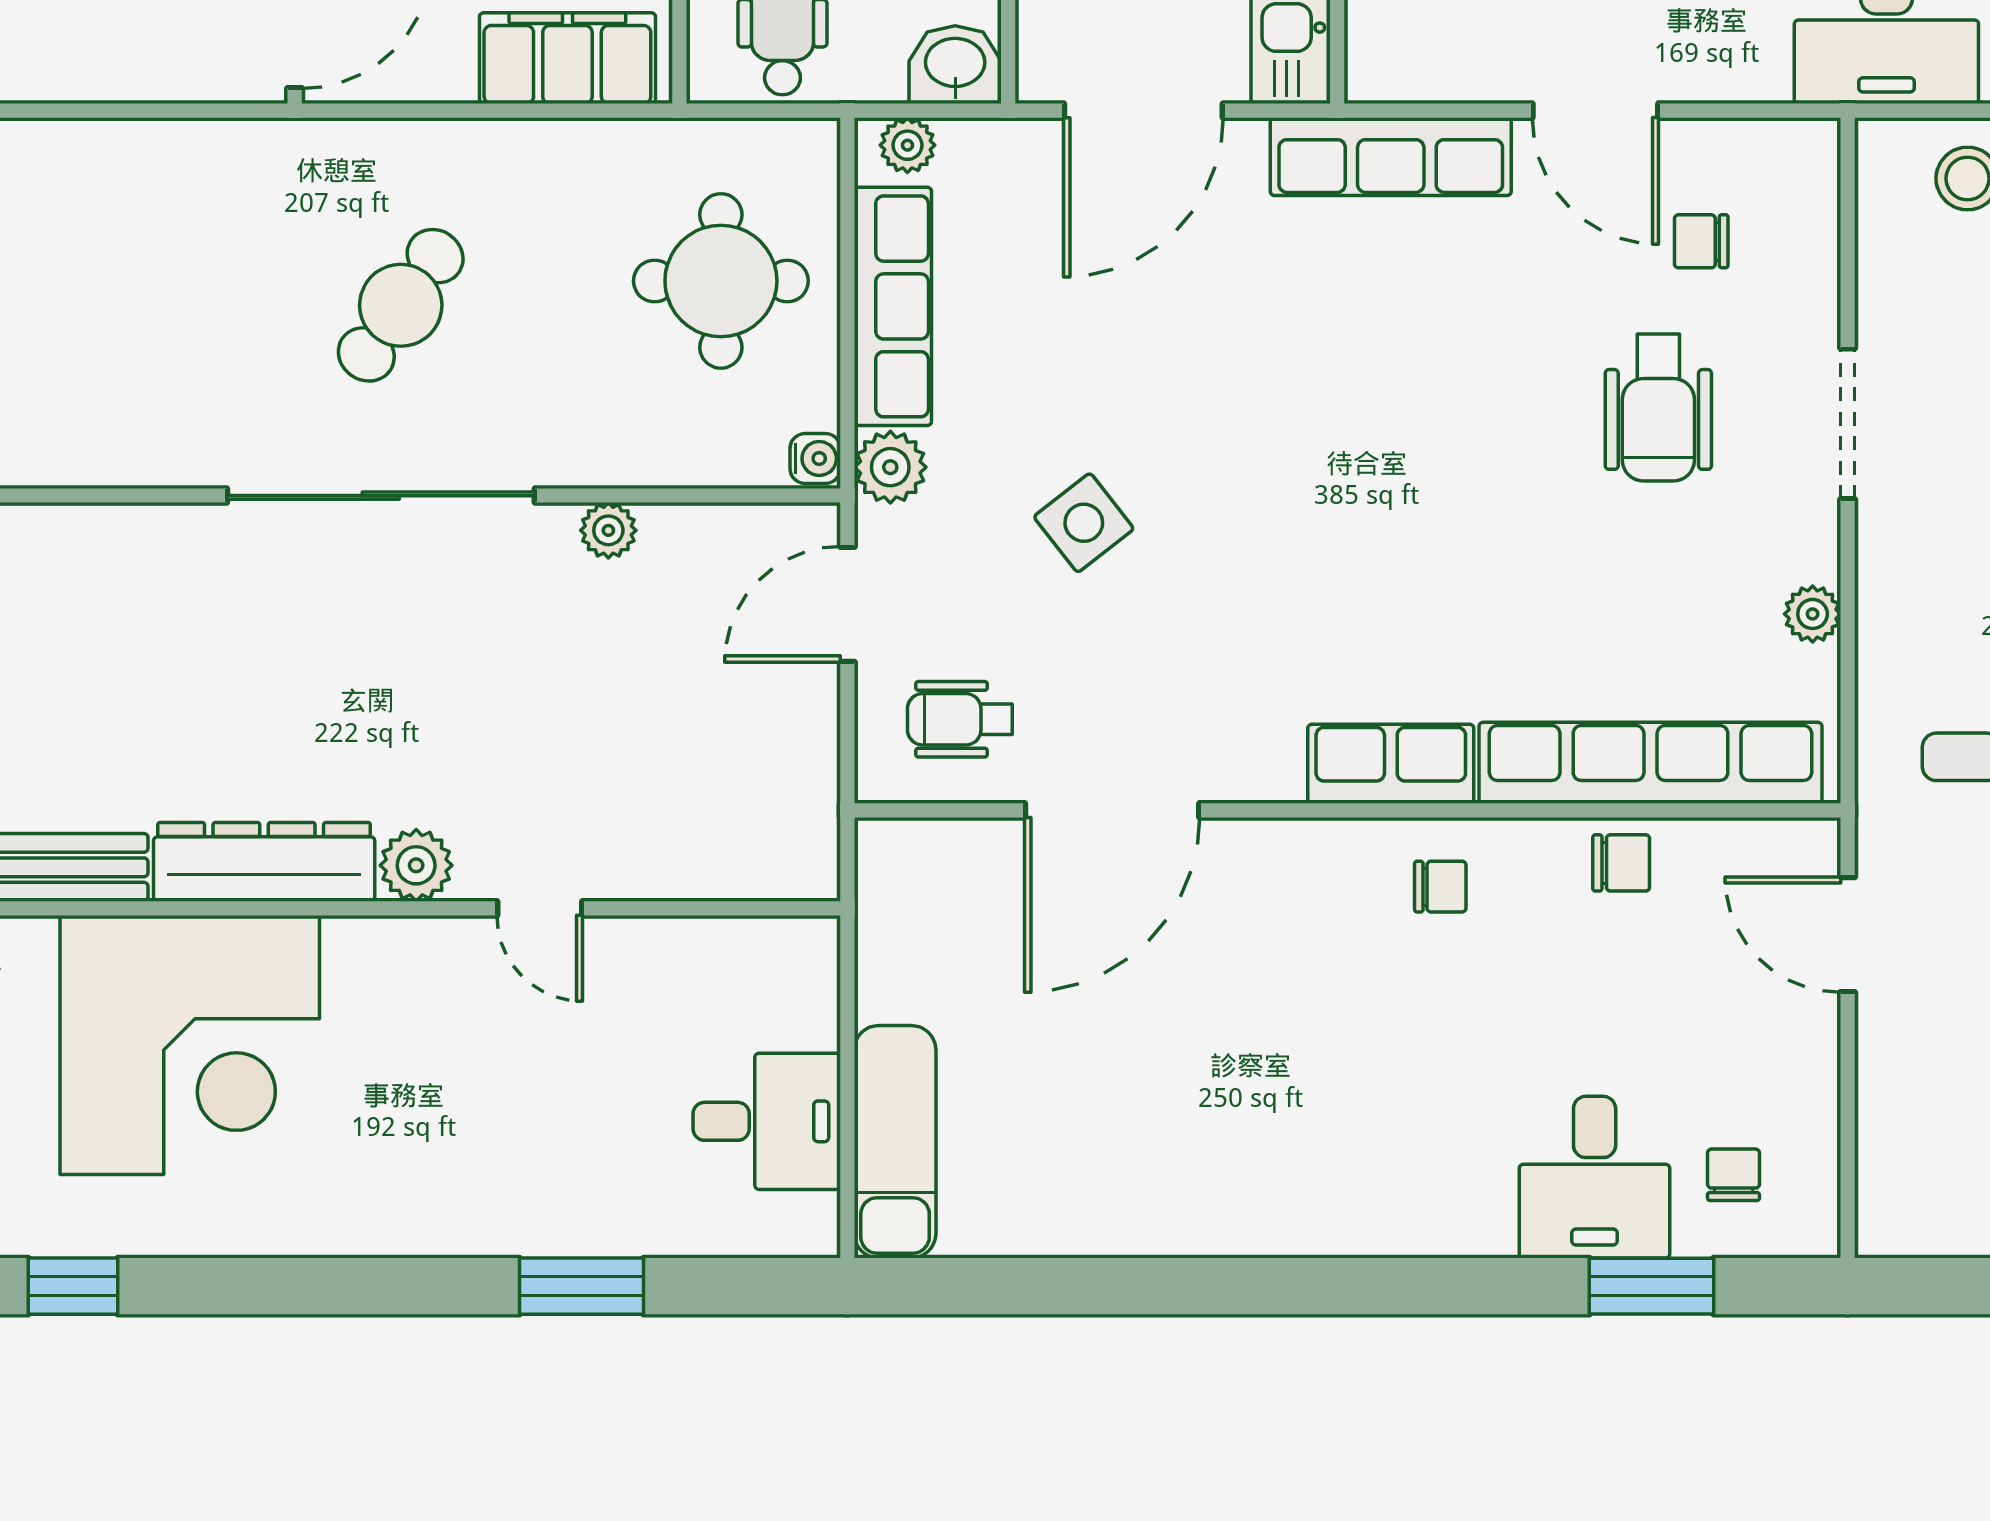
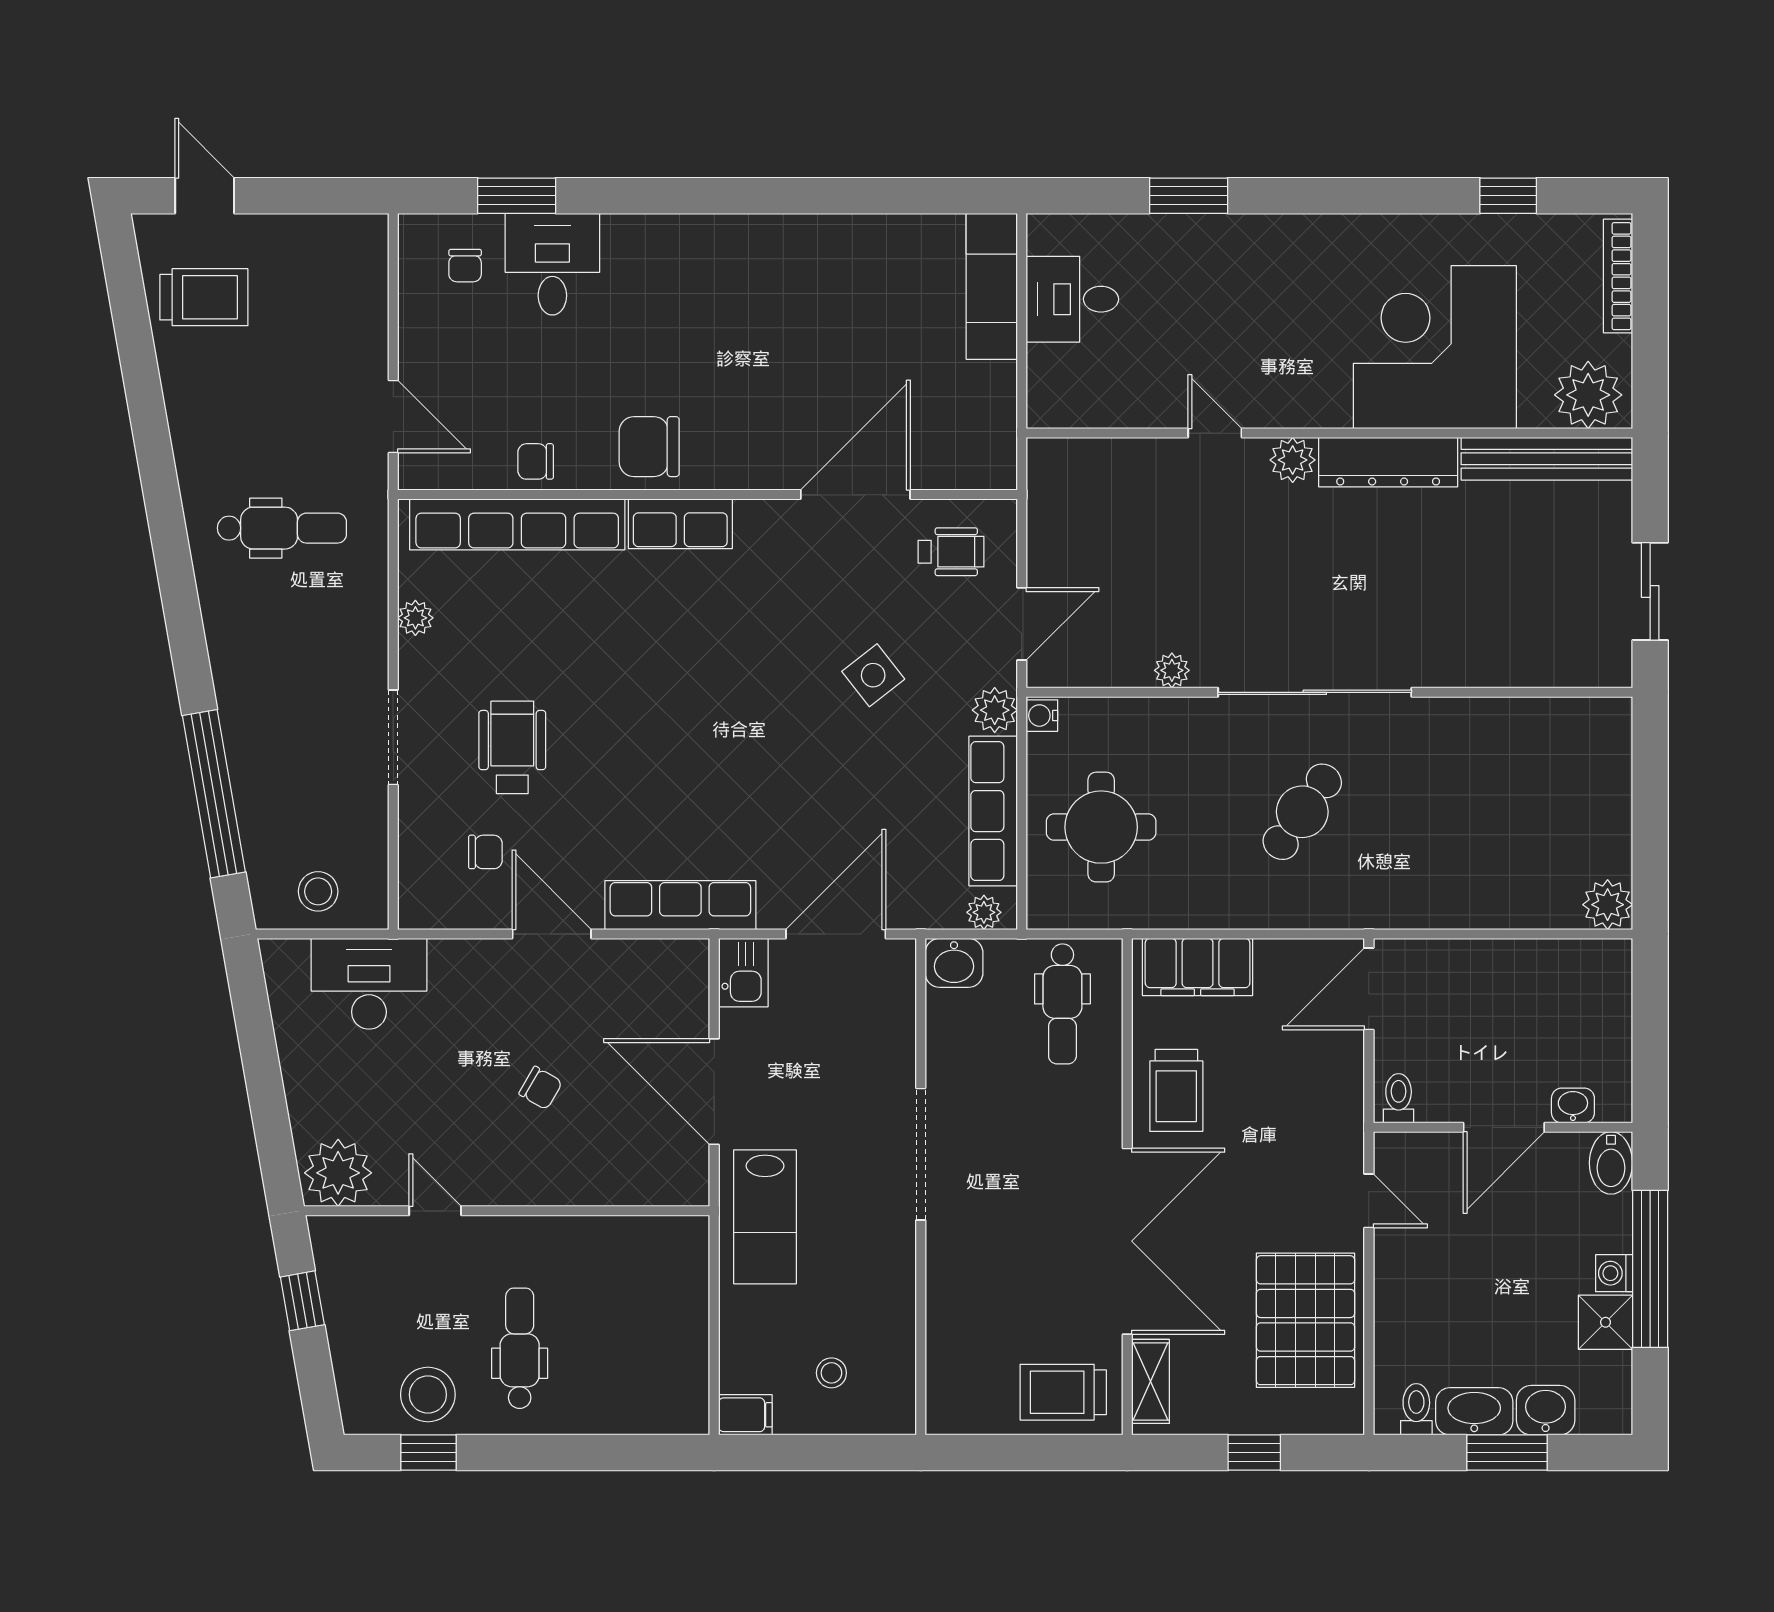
chair: (1440, 887) -> (649, 447), width x1.87, depth x1.87

